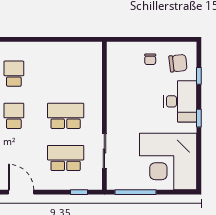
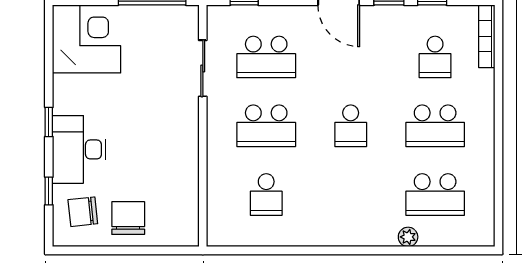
chair: (150, 59) -> (128, 218), width x1.87, depth x1.87
school desk: (14, 74) -> (266, 195), moved
corner desk: (168, 162) -> (87, 39), width x0.74, depth x0.74

